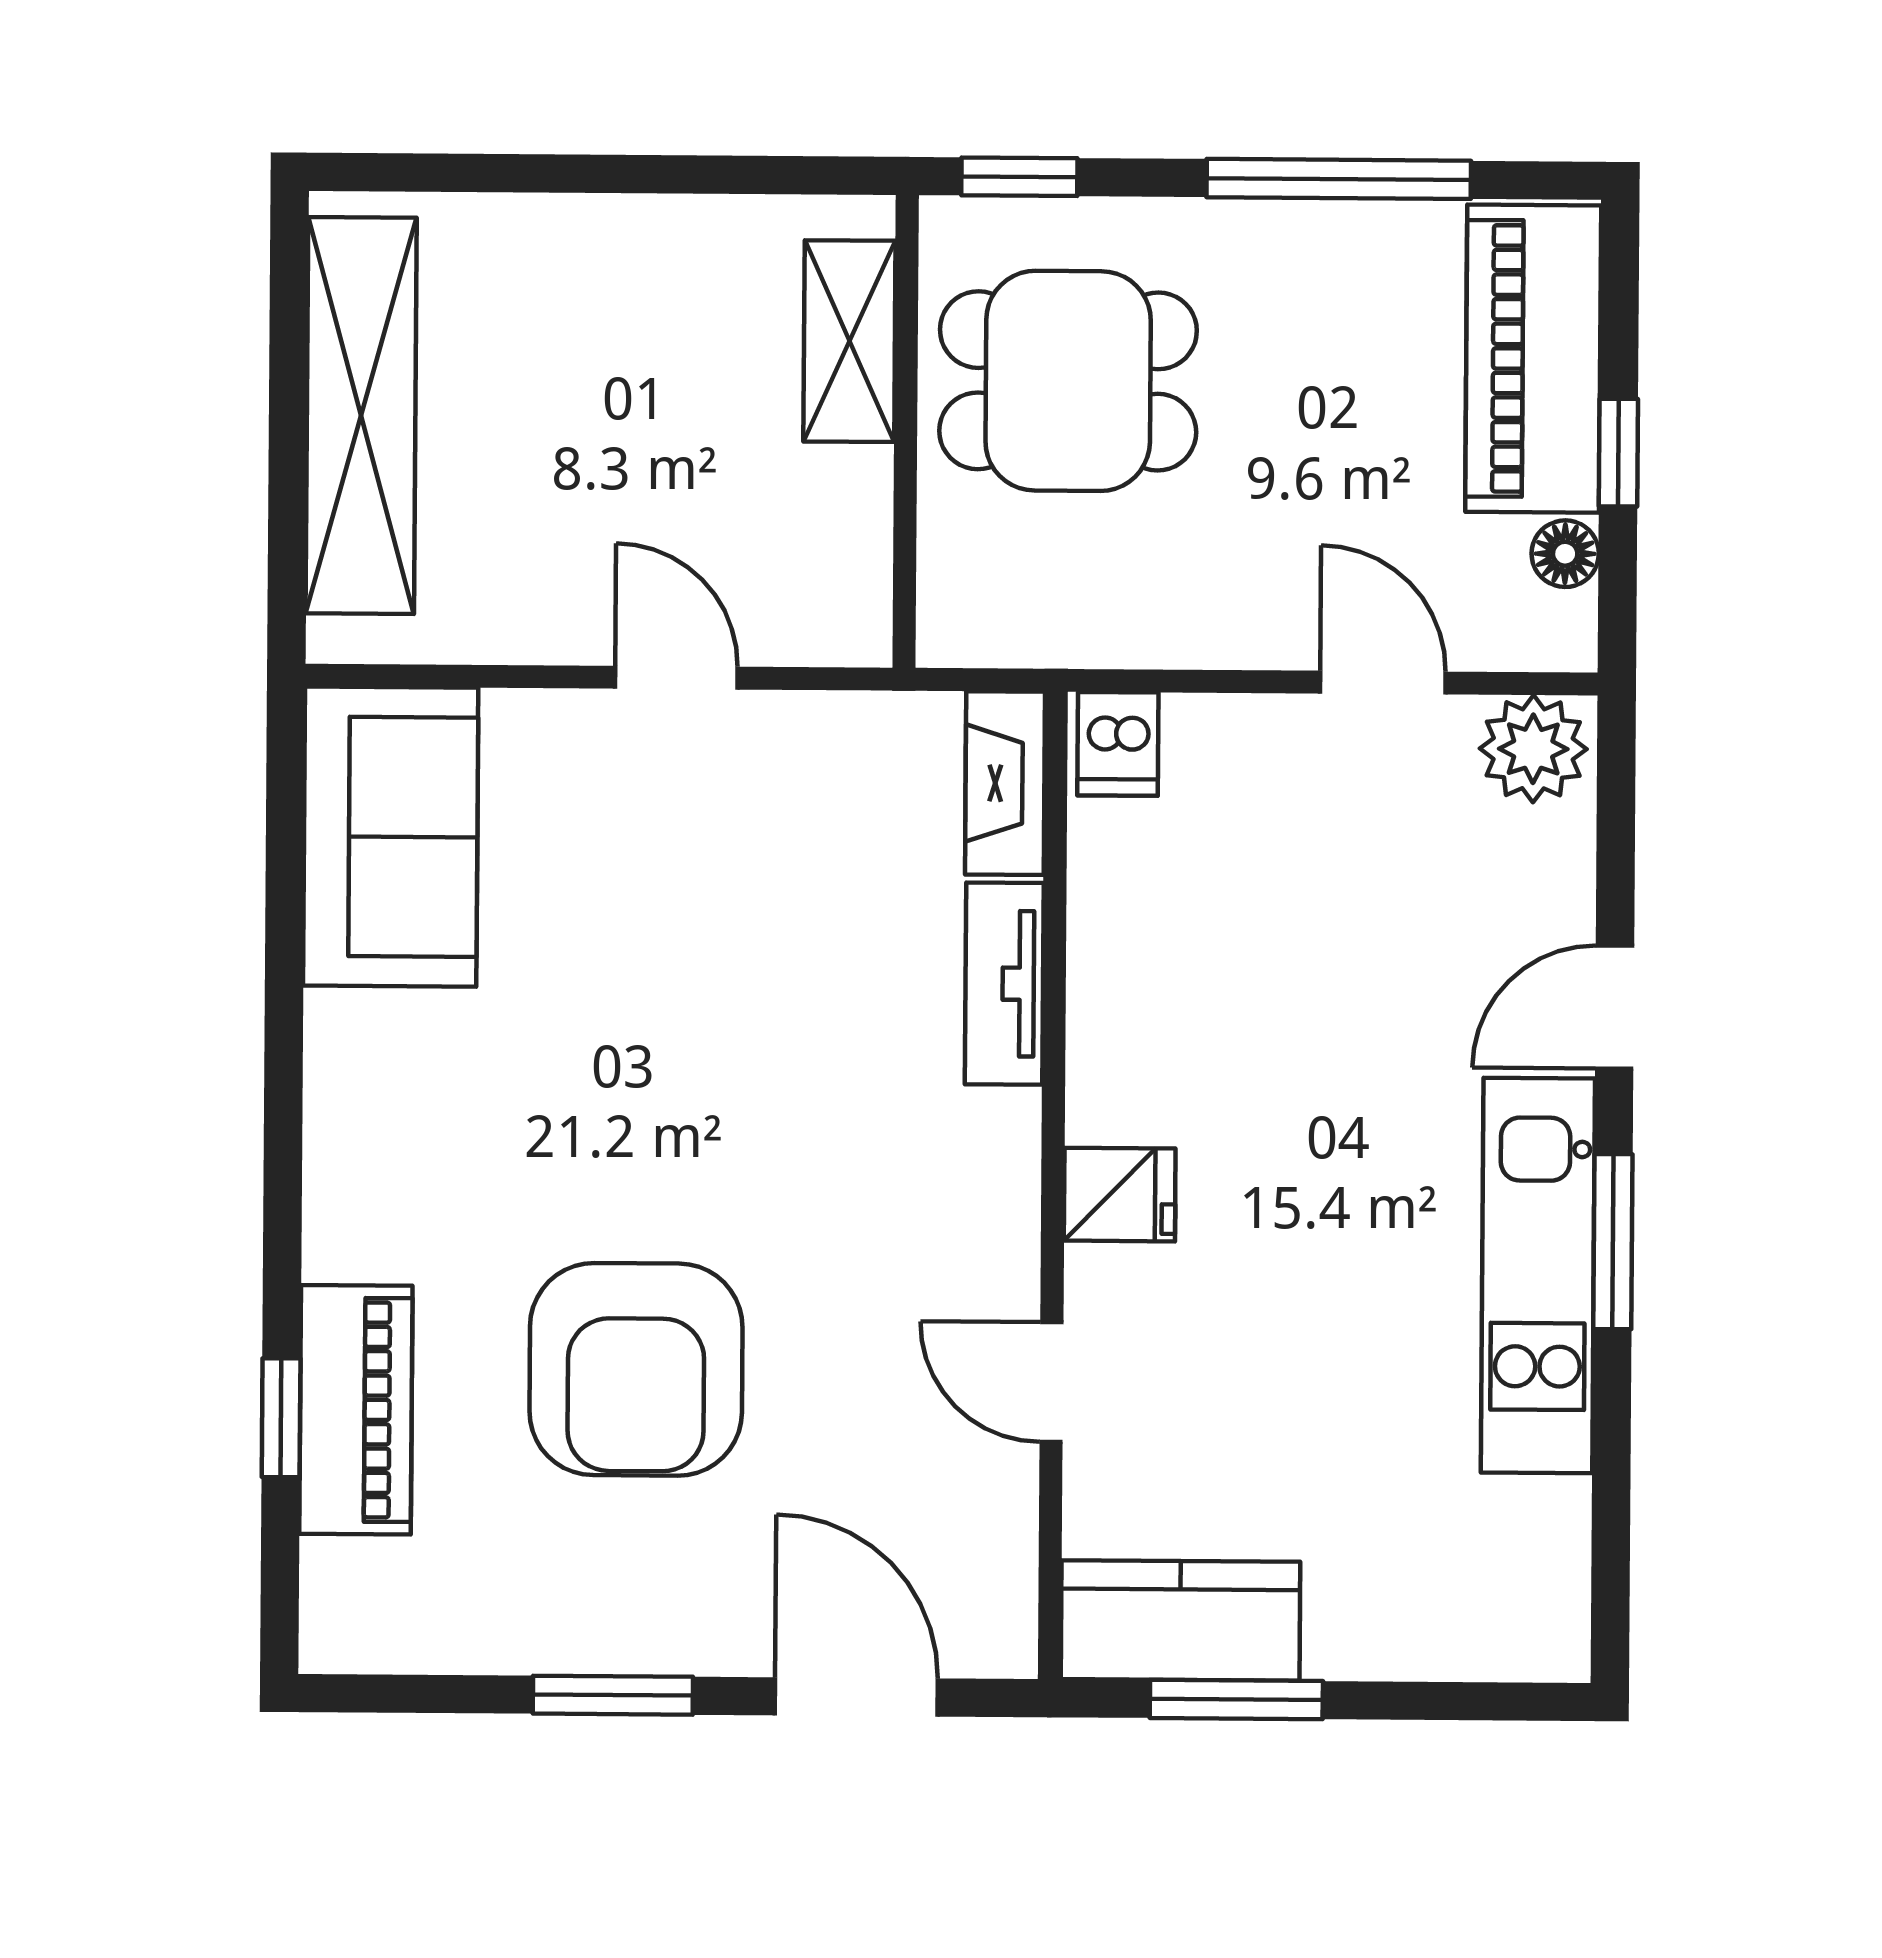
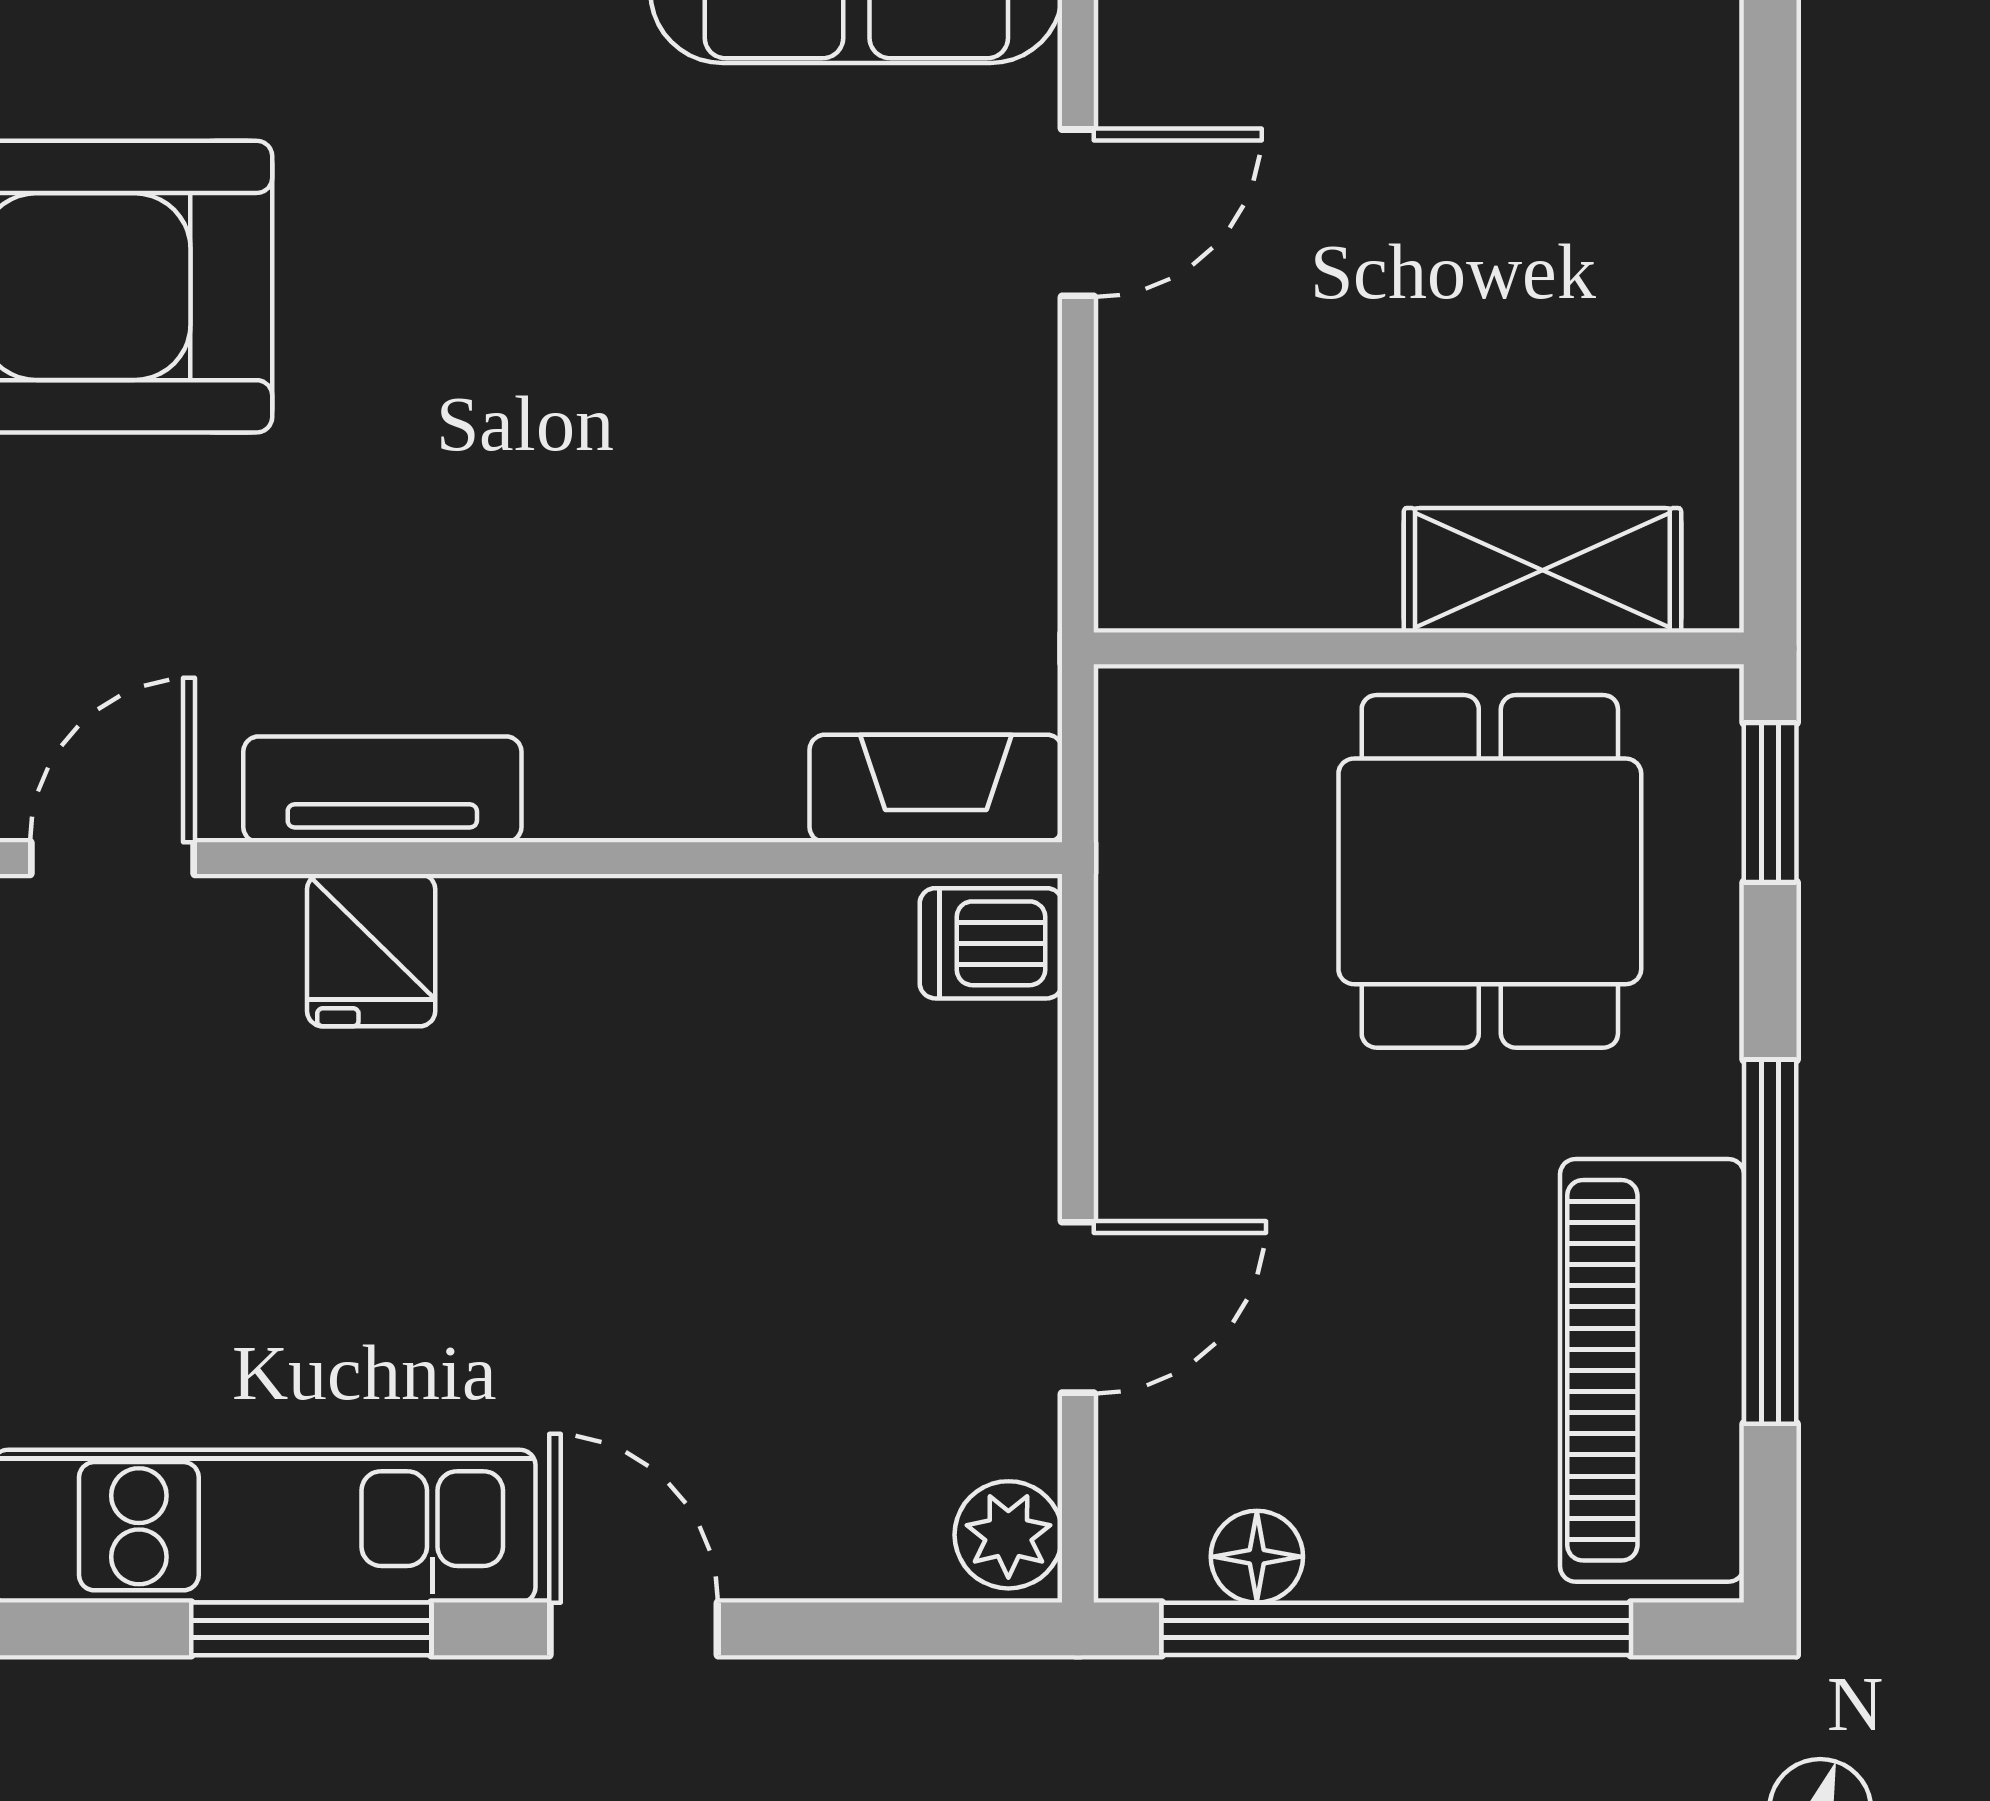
piano: (1533, 359) -> (1652, 1370), moved, turned -90
window: (1618, 453) -> (1396, 1629), width x3.17
door: (676, 678) -> (1078, 213), moved
plant: (1533, 749) -> (1008, 1535), width x0.73, depth x0.73
tv unit: (1004, 984) -> (382, 789), moved

